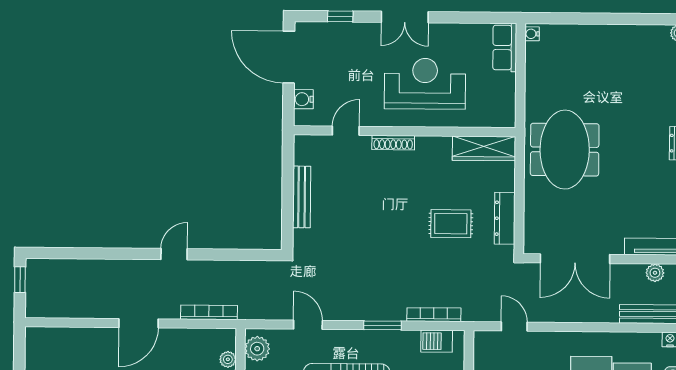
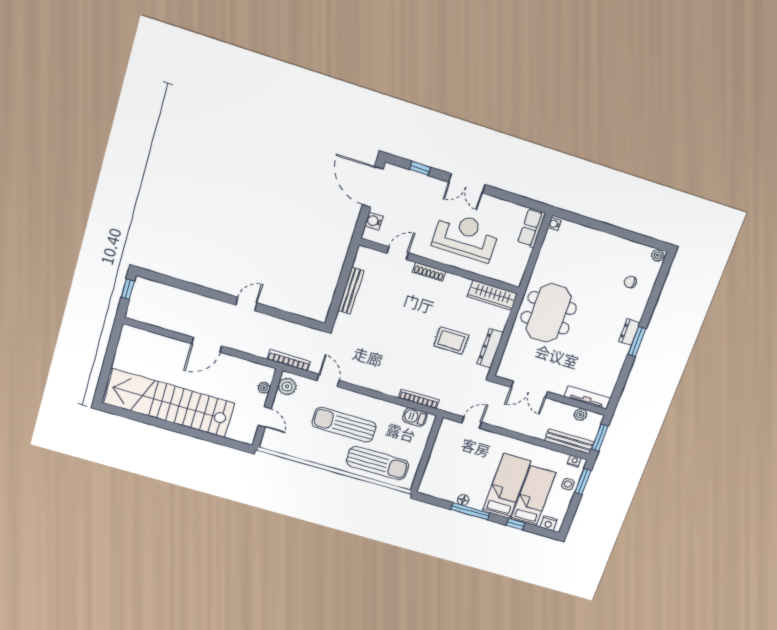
chair: (656, 78) -> (630, 282), added
double door: (575, 259) -> (529, 389), width x0.73
bookcase: (209, 312) -> (289, 360), moved
window: (382, 325) -> (381, 396), removed
door: (514, 327) -> (472, 423), hinge flipped

